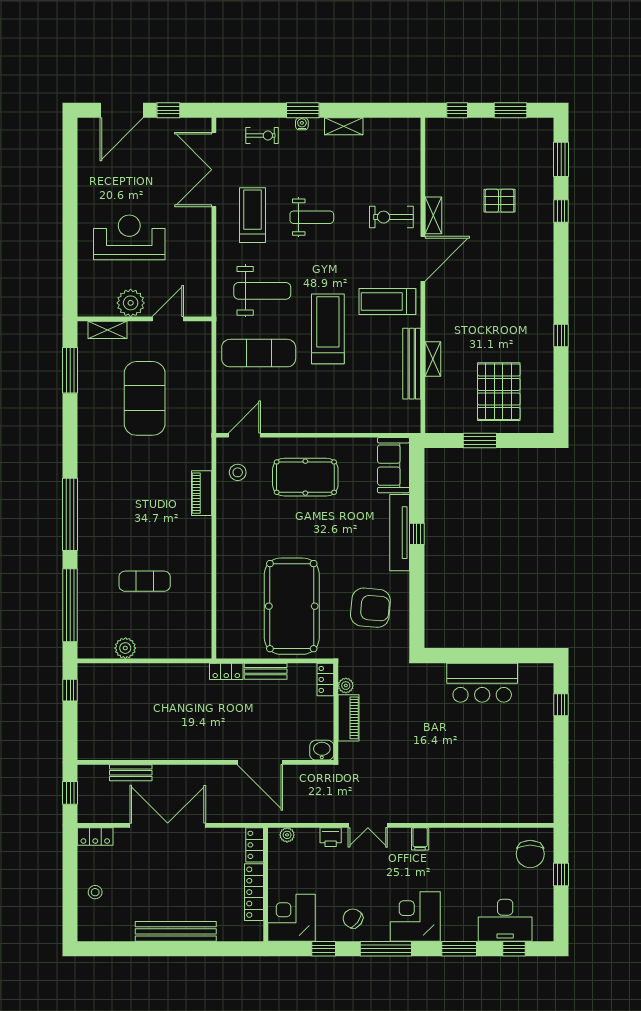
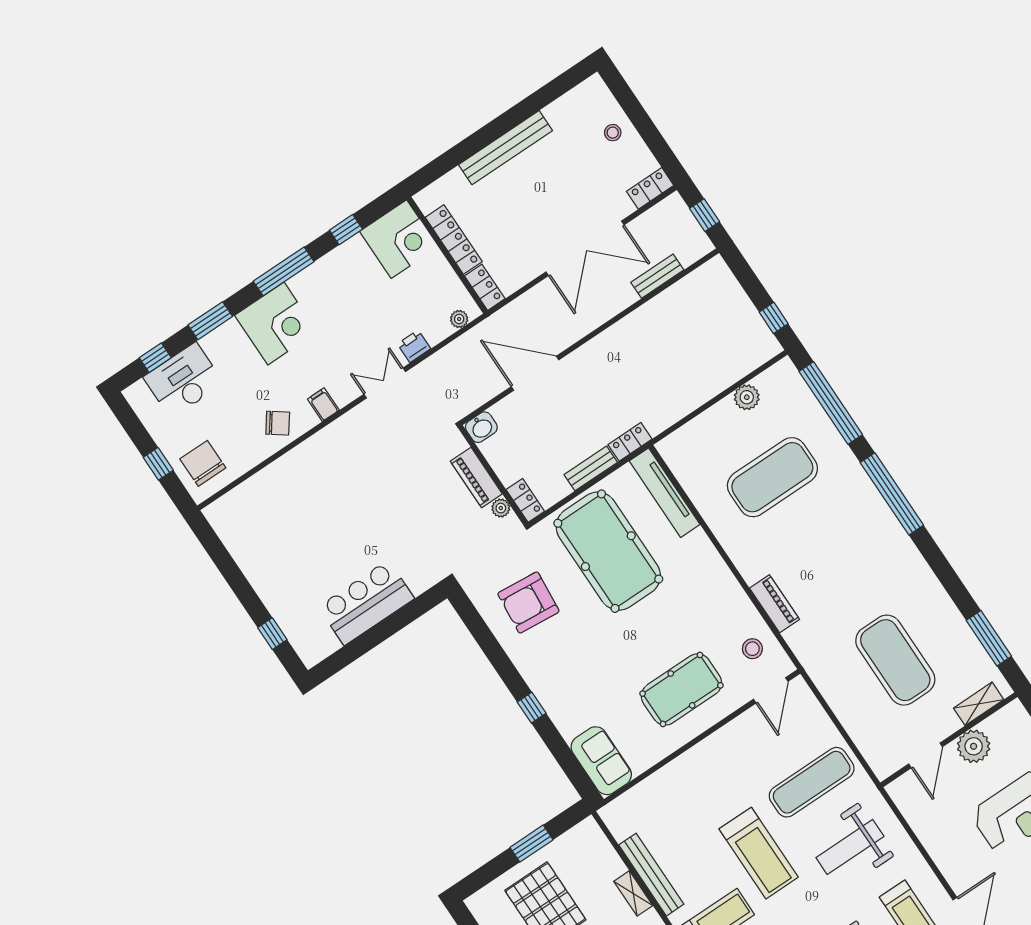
tv unit: (400, 533) -> (665, 493), moved, turned 180
exercise mat: (145, 581) -> (772, 477), width x2.00, depth x1.45
chair: (353, 918) -> (278, 423), moved

